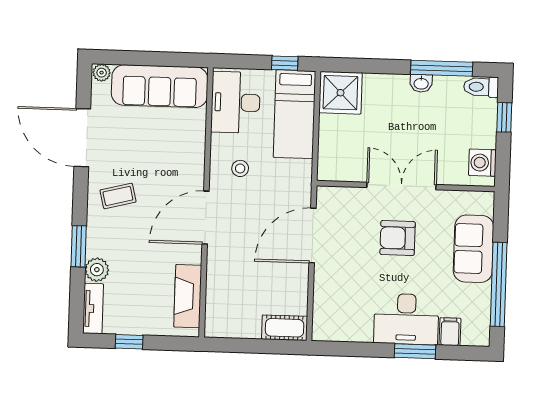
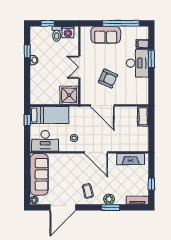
window: (442, 68) -> (27, 51), width x0.46
toilet: (481, 87) -> (57, 34), moved
shower: (340, 93) -> (69, 95), moved
double door: (401, 186) -> (79, 67), width x0.73
armchair: (398, 238) -> (108, 79), moved, turned -66
plant: (97, 270) -> (109, 199), moved

